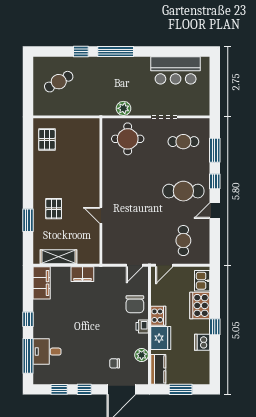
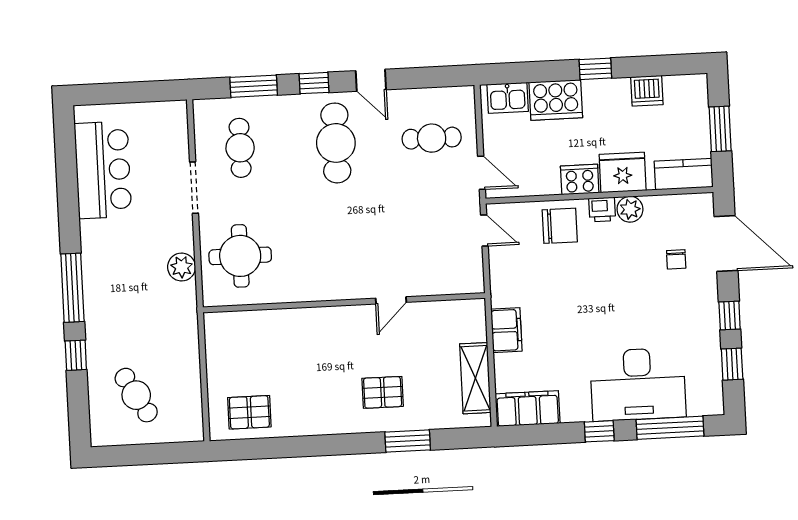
dishwasher: (202, 342) -> (647, 91), moved
desk: (47, 352) -> (638, 384), width x1.87, depth x1.30
plant: (142, 355) -> (630, 209), moved

